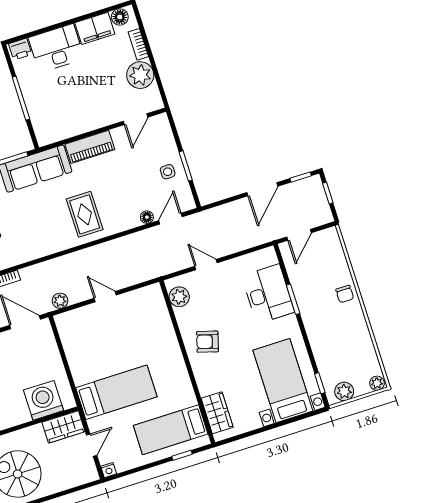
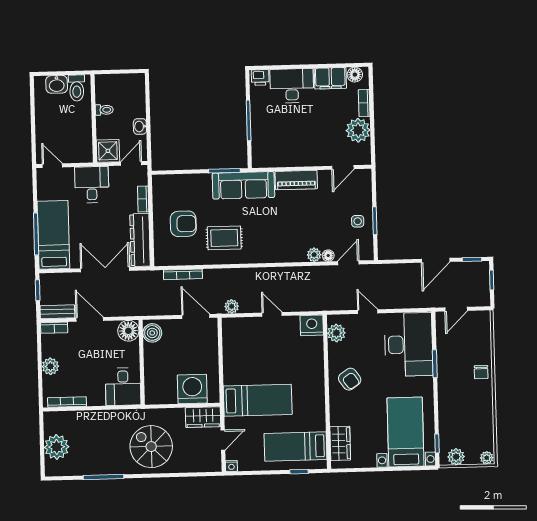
rug: (85, 214) -> (224, 238), moved, turned 90
plant: (132, 221) -> (314, 255), added
desk: (268, 294) -> (409, 344), width x1.36, depth x1.30
nightstand: (151, 296) -> (312, 325), added
armchair: (207, 342) -> (350, 379), turned -141

